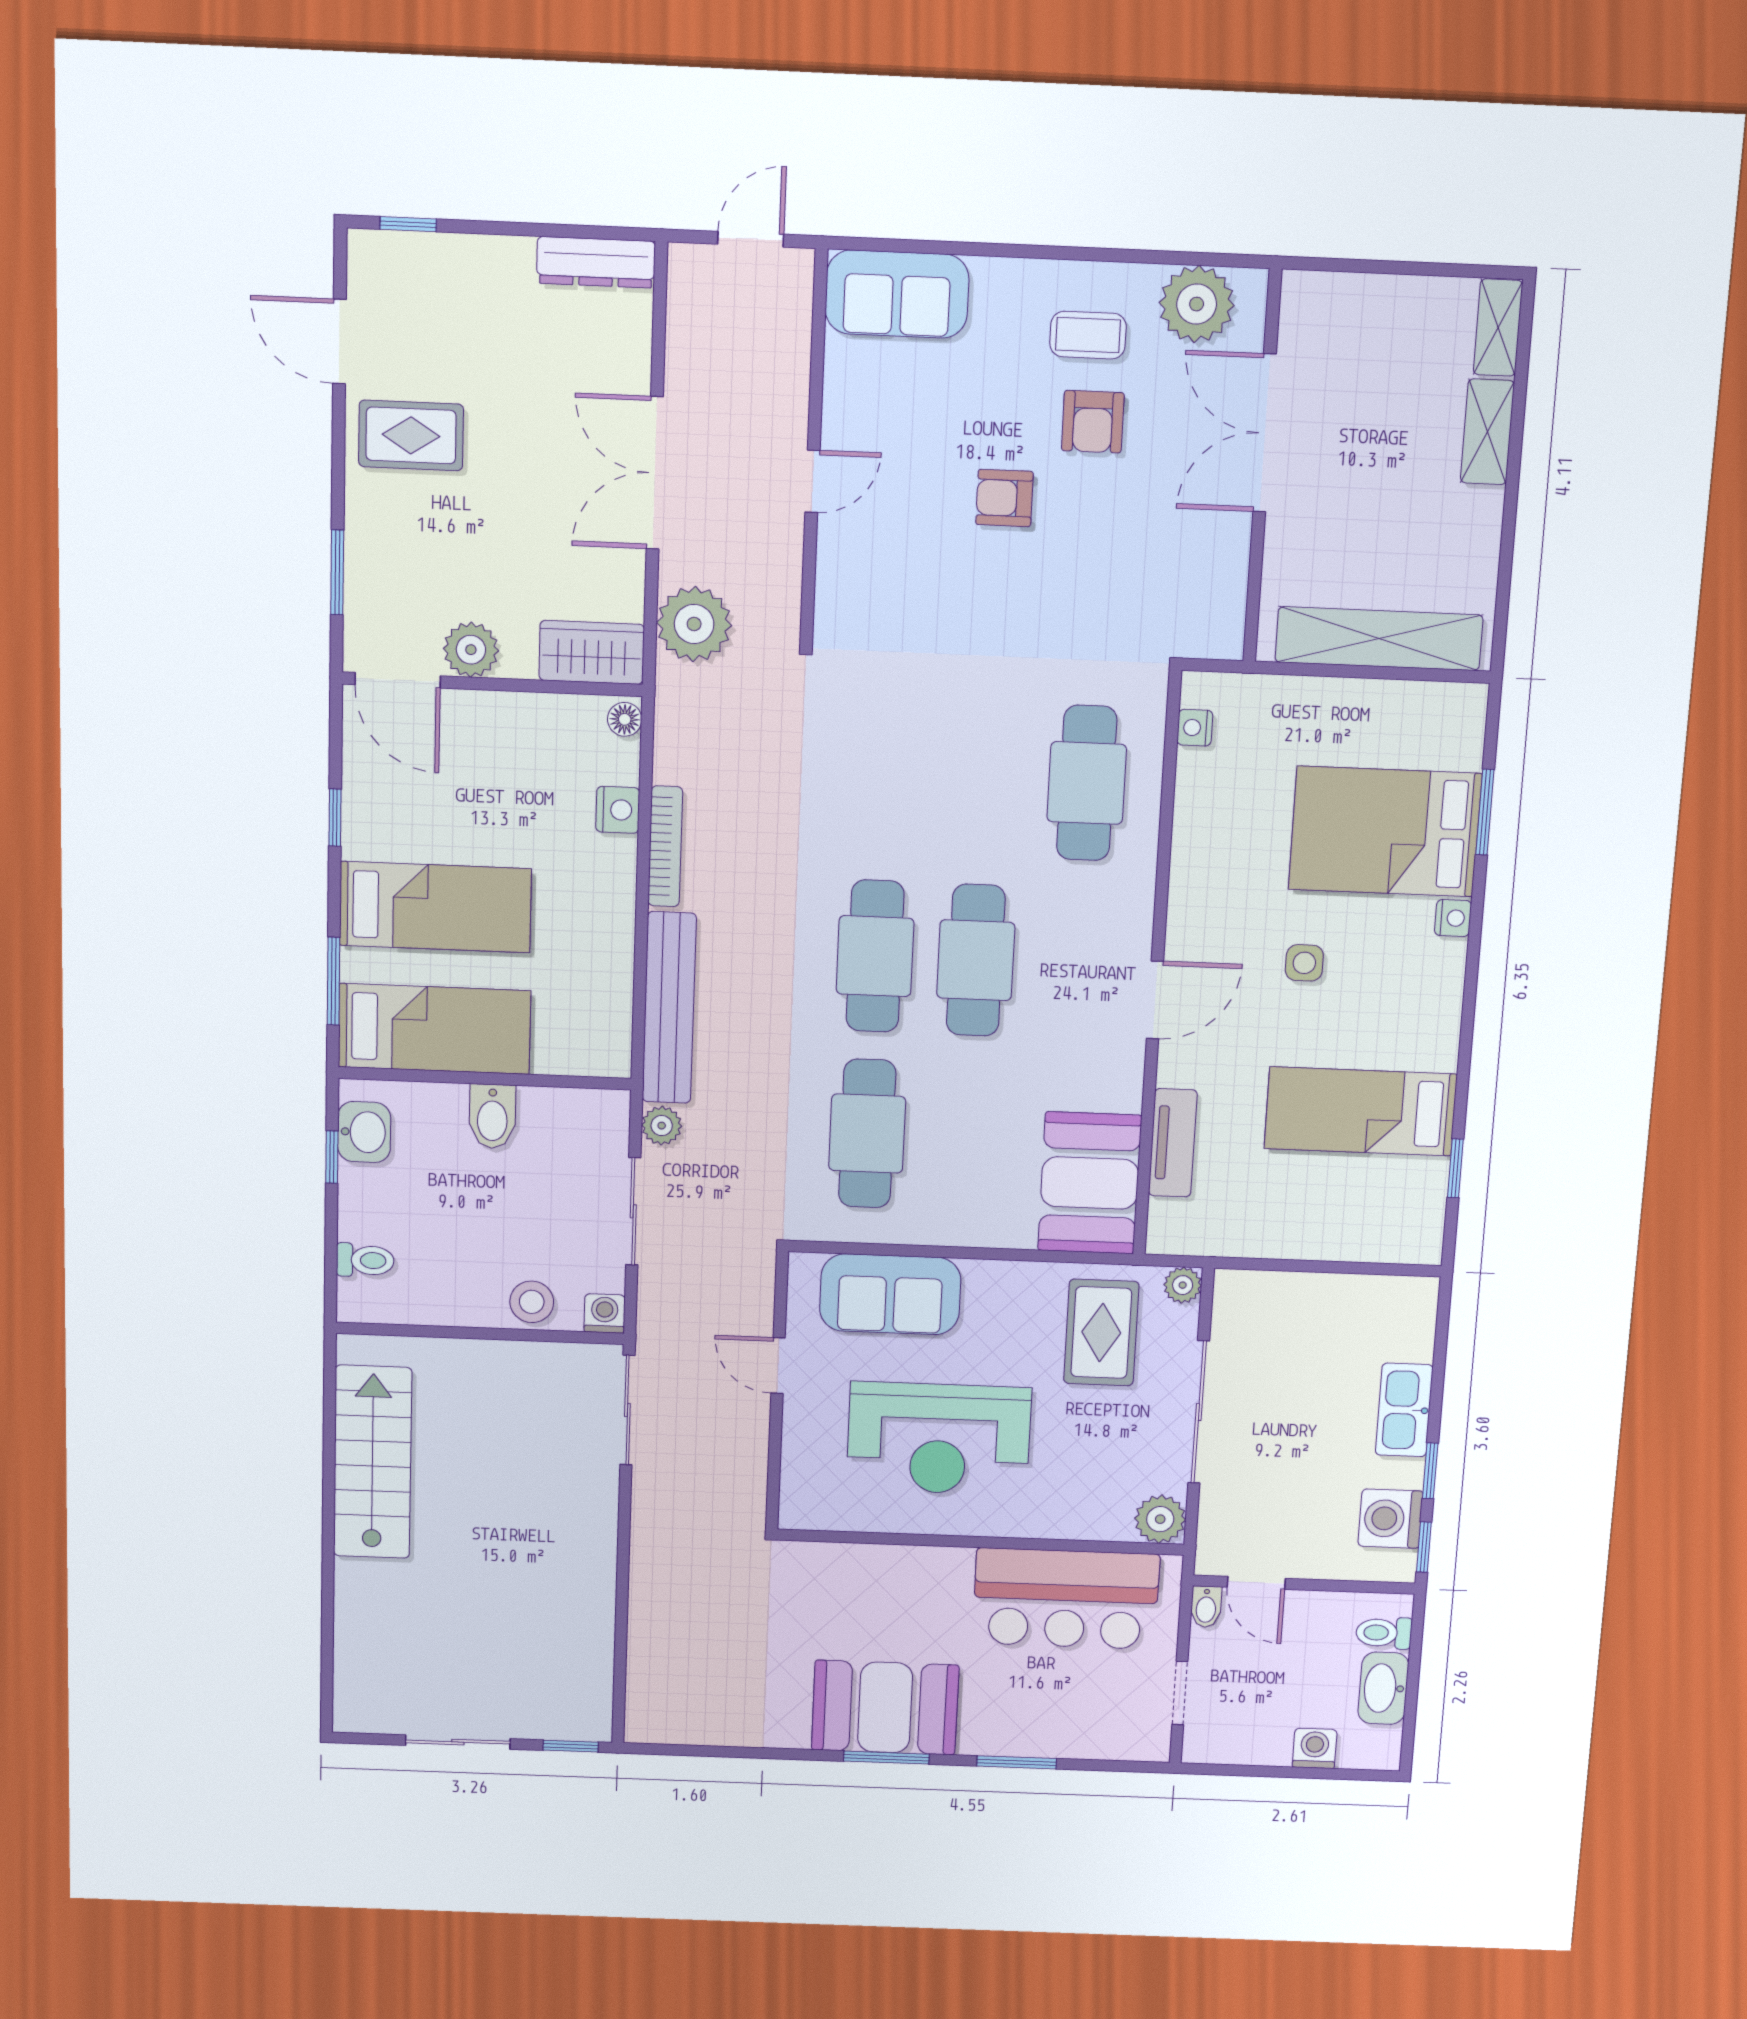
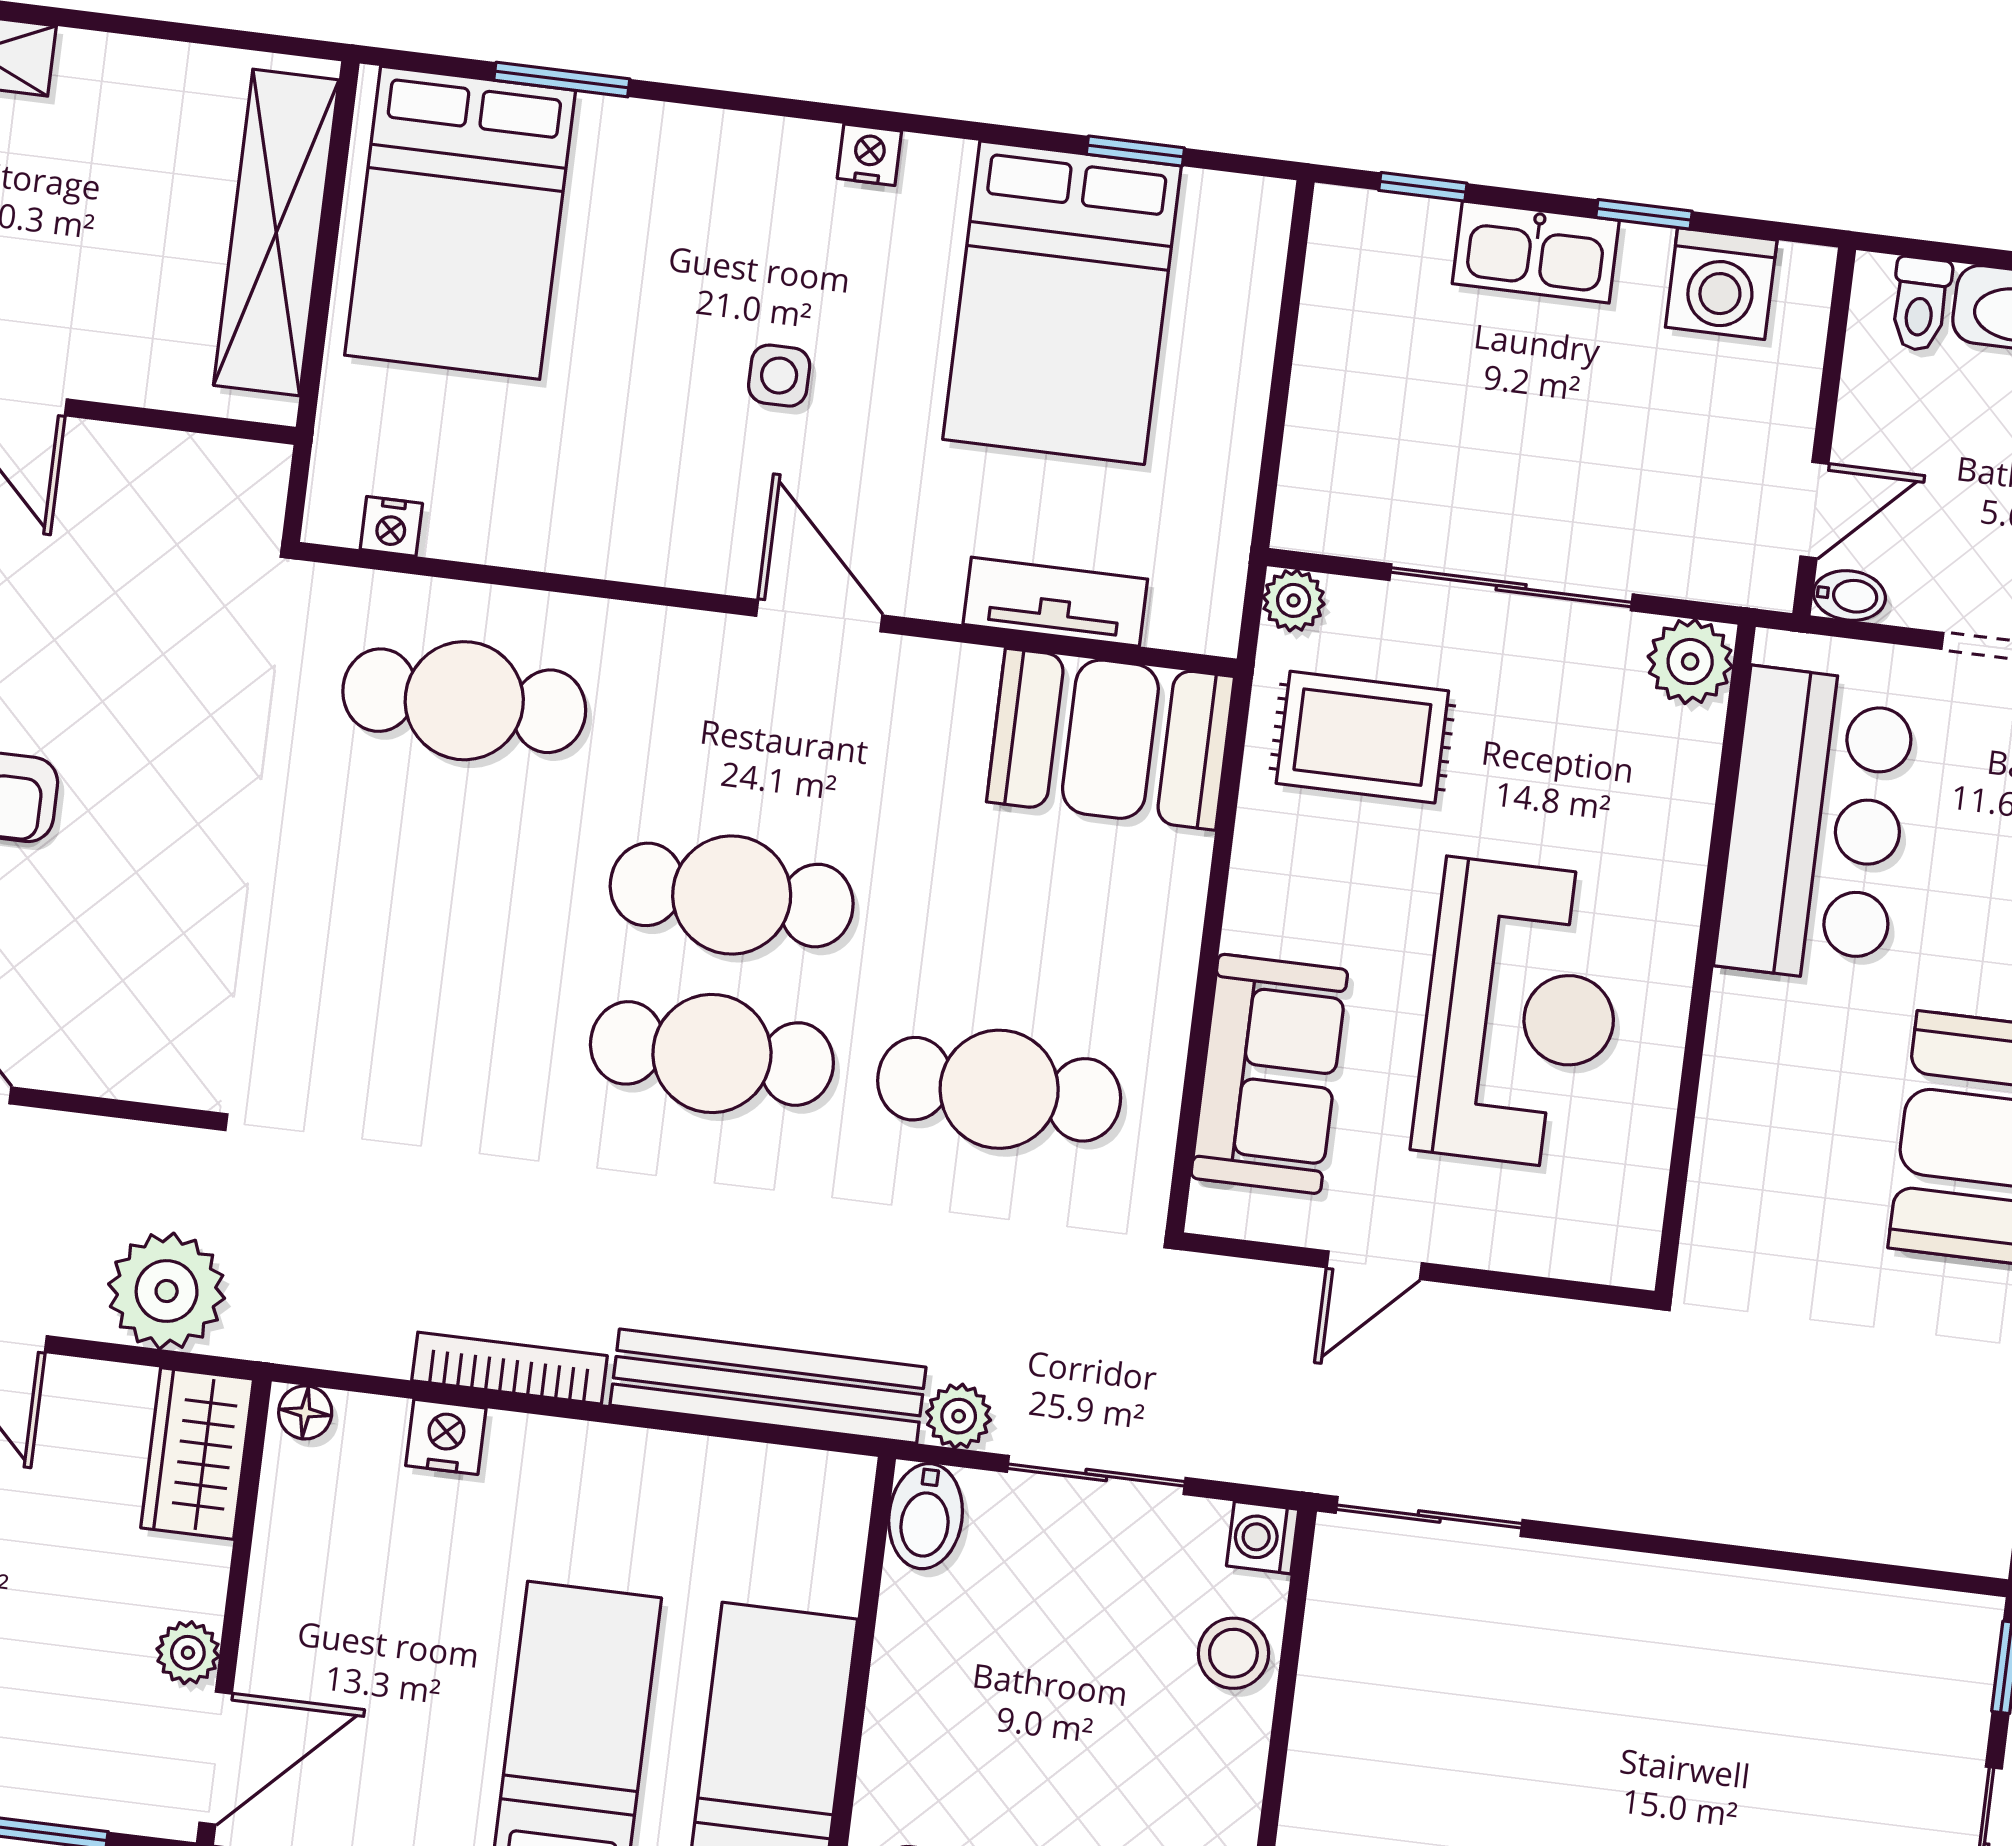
plant: (471, 650) -> (188, 1653), width x0.73, depth x0.73
bed: (1385, 831) -> (460, 223), moved
nightstand: (1453, 918) -> (869, 155), moved
bed: (1361, 1111) -> (1062, 303), width x1.50
bidet: (492, 1116) -> (926, 1516), moved, turned 90
window: (1424, 1547) -> (1423, 187), moved

